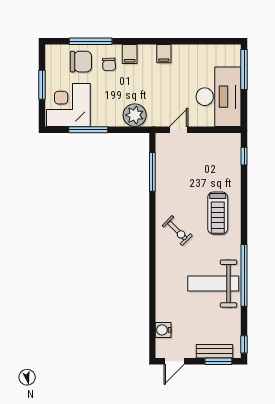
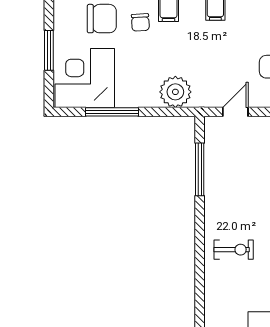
exercise bike: (177, 231) -> (234, 250), turned -45

